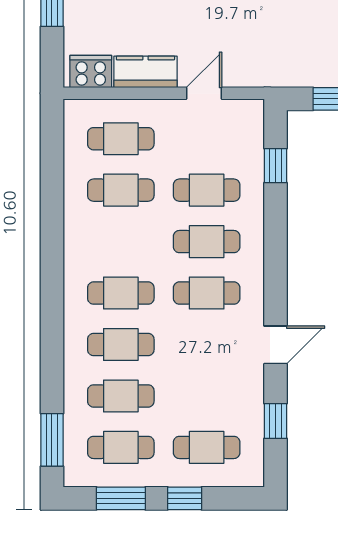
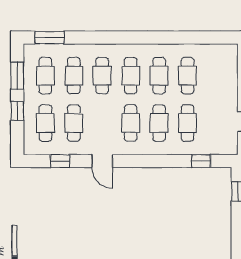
cafe table: (121, 139) -> (159, 76), moved
cafe table: (207, 396) -> (74, 123), added

